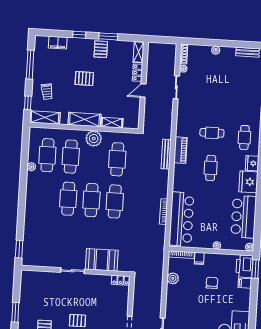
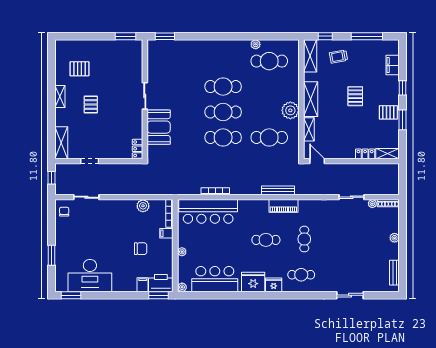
door: (143, 91) -> (317, 161), moved
cafe table: (71, 157) -> (269, 87), removed
window: (15, 312) -> (125, 36), moved

